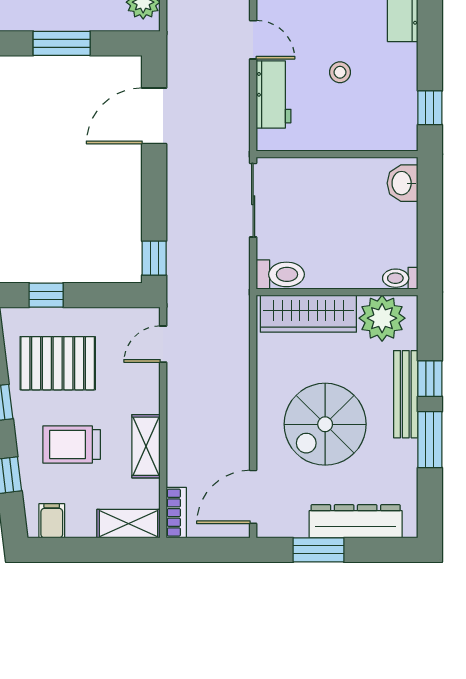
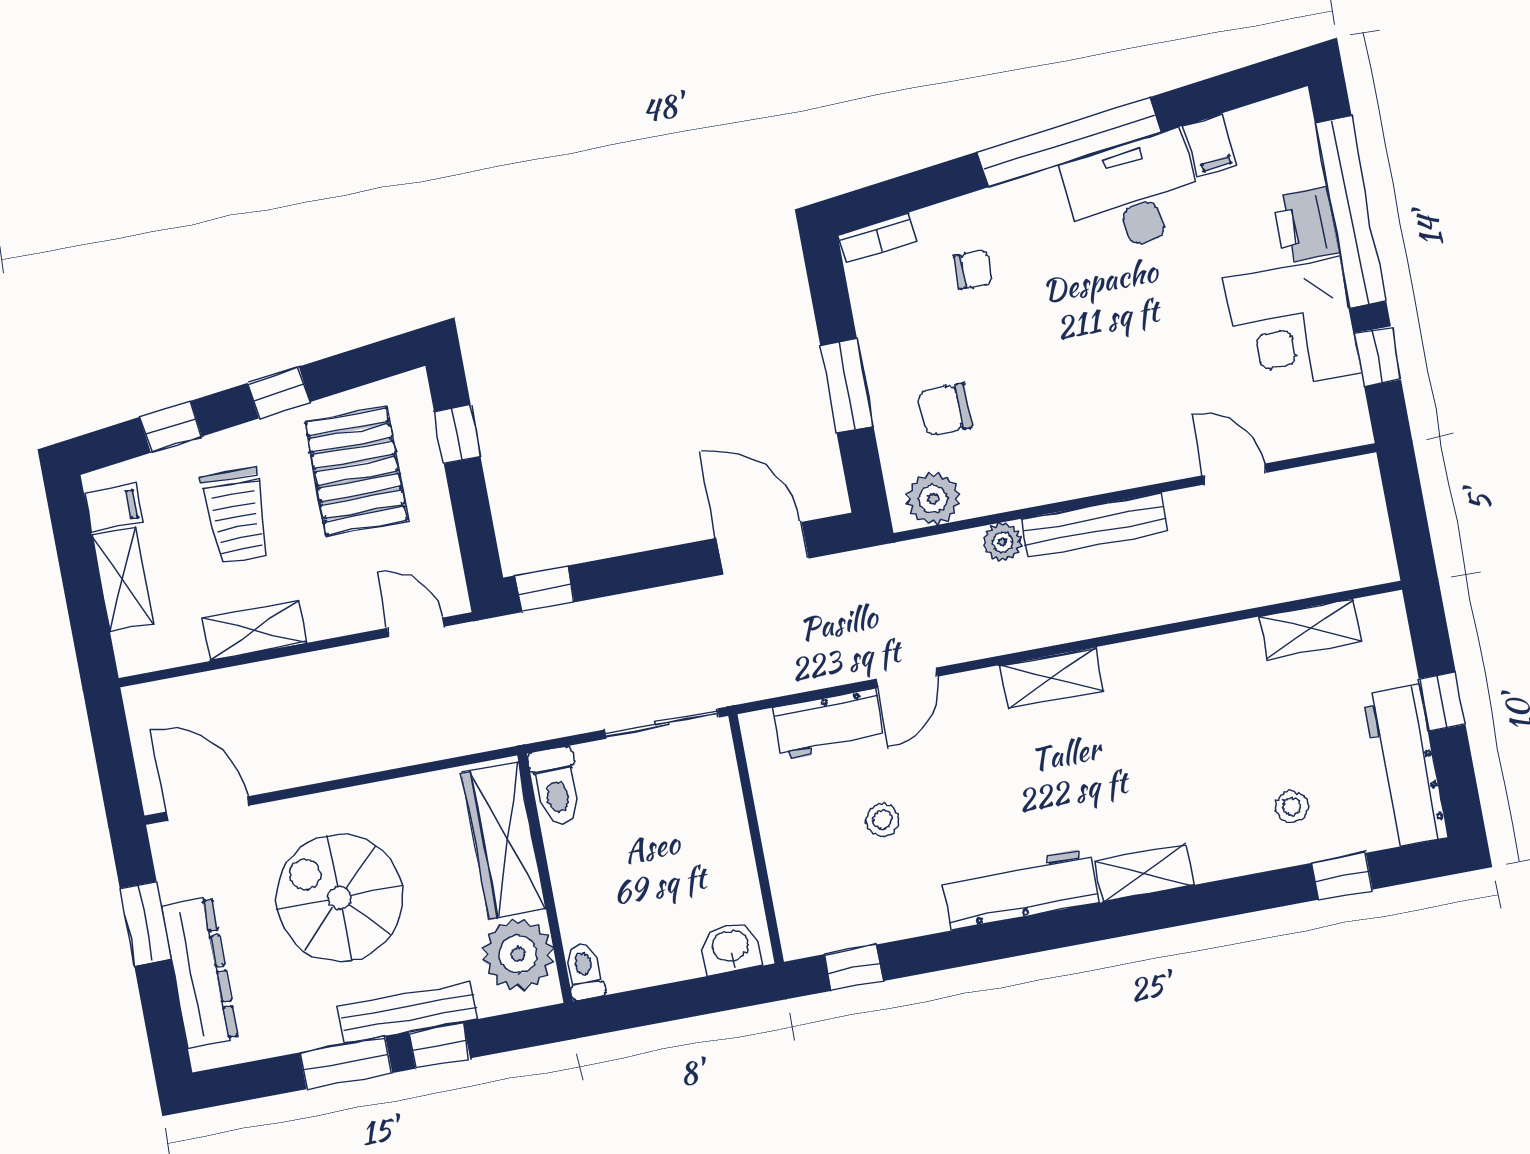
trolley: (72, 444) -> (236, 516), turned 180
bookcase: (176, 513) -> (162, 696), removed
shelving: (129, 524) -> (123, 580), moved

